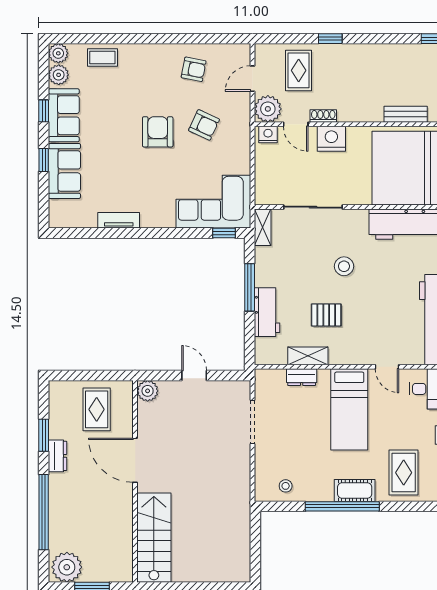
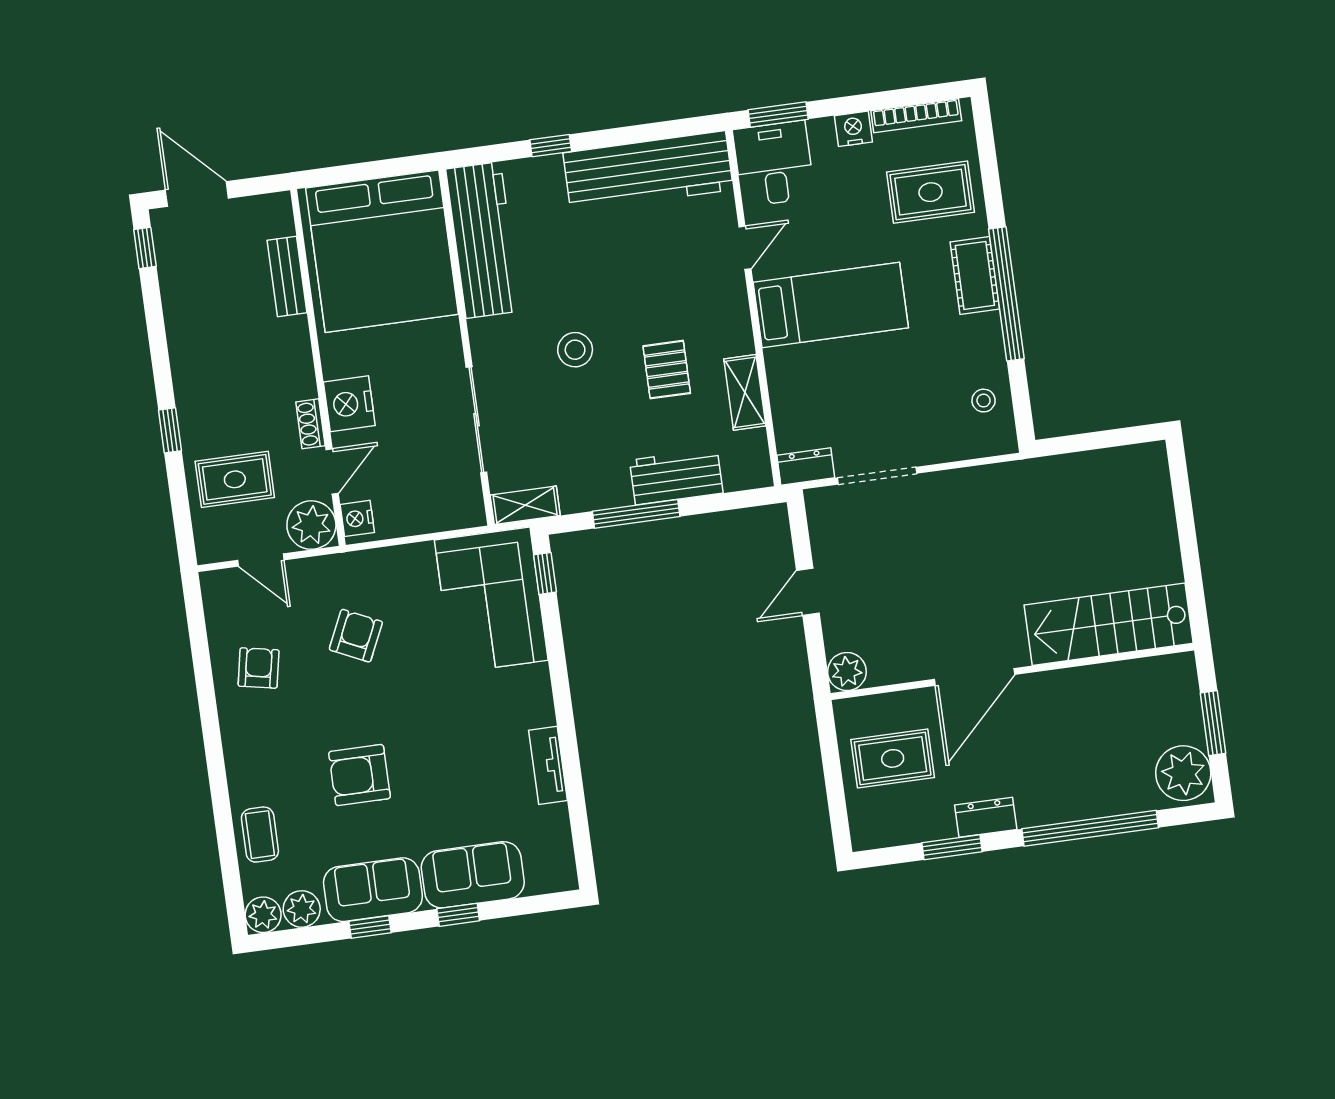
armchair: (158, 132) -> (360, 775), moved
dresser: (302, 377) -> (806, 467), moved, turned -90

